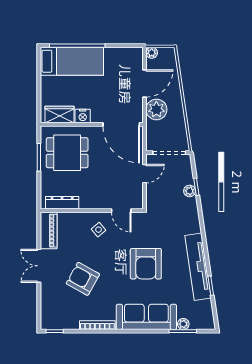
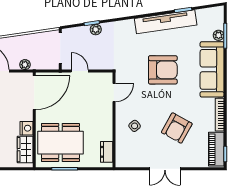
plant: (156, 109) -> (25, 65), width x0.53, depth x0.53
dining table: (67, 153) -> (60, 143), width x1.38
dresser: (62, 203) -> (107, 152), width x0.70
side table: (98, 230) -> (135, 126), moved
piano: (49, 231) -> (216, 149), moved, turned -90

